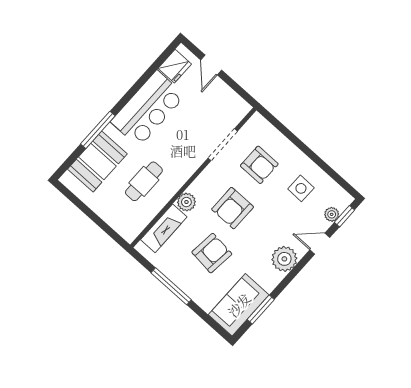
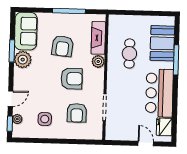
armchair: (259, 165) -> (77, 113), turned -90
armchair: (233, 208) -> (72, 79), turned 90
plant: (284, 259) -> (23, 60), moved
window: (261, 310) -> (12, 51), moved

